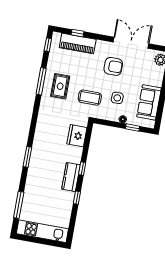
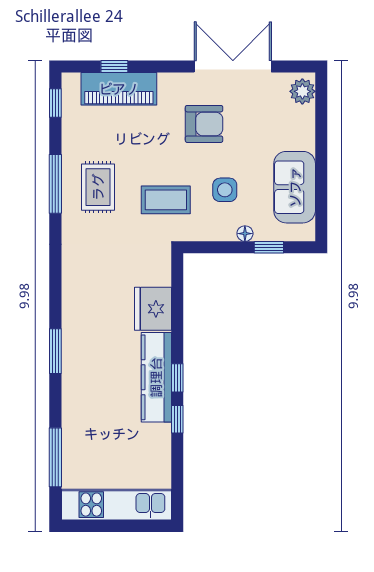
fridge: (77, 136) -> (153, 309), moved
window: (82, 169) -> (177, 378), moved
kitchen counter: (71, 177) -> (156, 377), width x1.50

